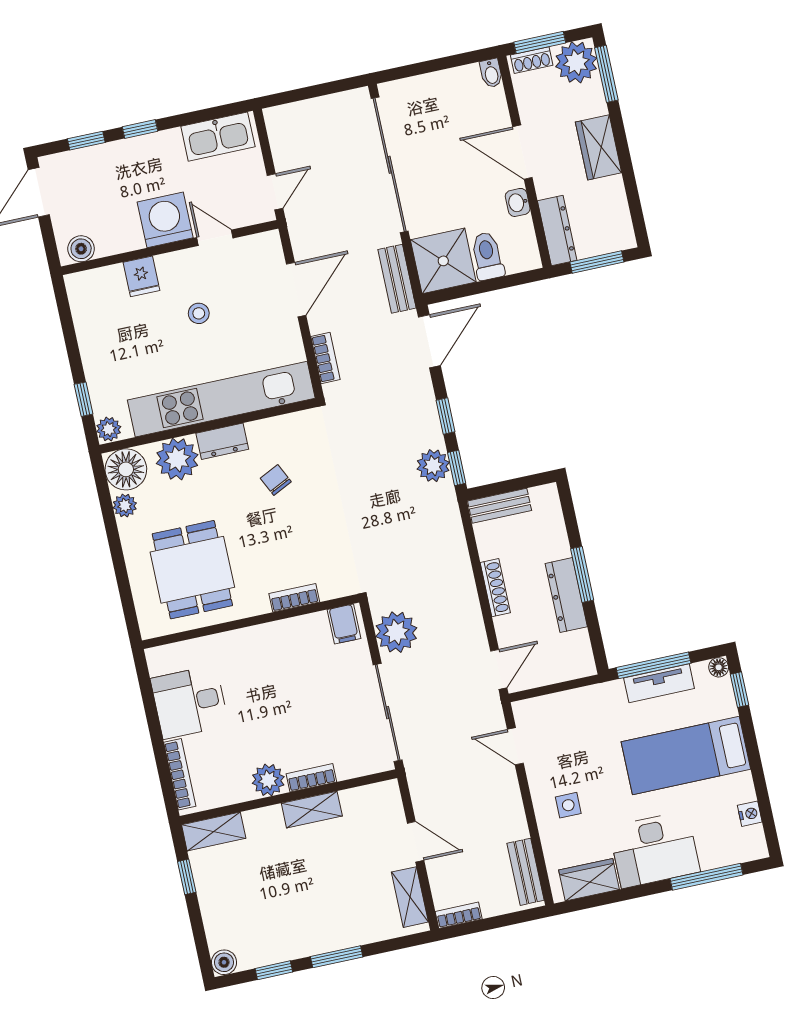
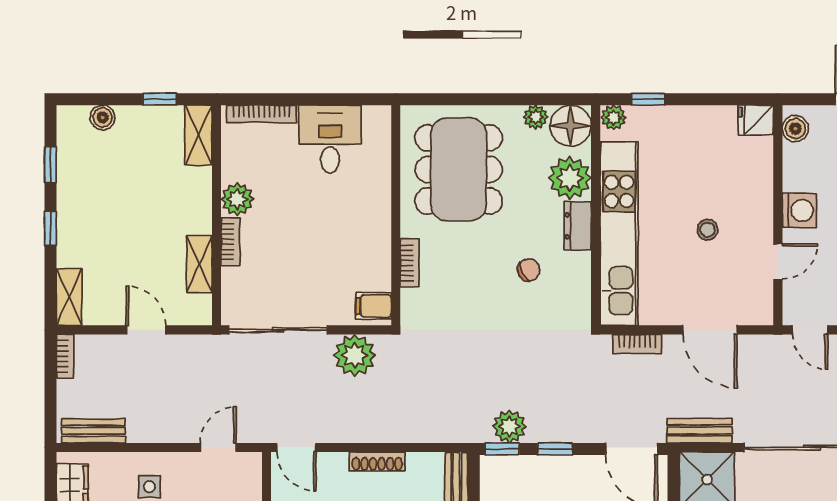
washing machine: (165, 220) -> (799, 210), width x0.73, depth x0.73
fridge: (141, 276) -> (756, 120), moved
dining table: (192, 570) -> (459, 169), width x1.38
shelving: (312, 810) -> (199, 264), moved
door: (416, 842) -> (146, 330), swing flipped
shelving: (410, 897) -> (69, 297), moved, turned 90
window: (337, 957) -> (50, 229), width x0.67
boiler: (224, 962) -> (103, 117), moved

